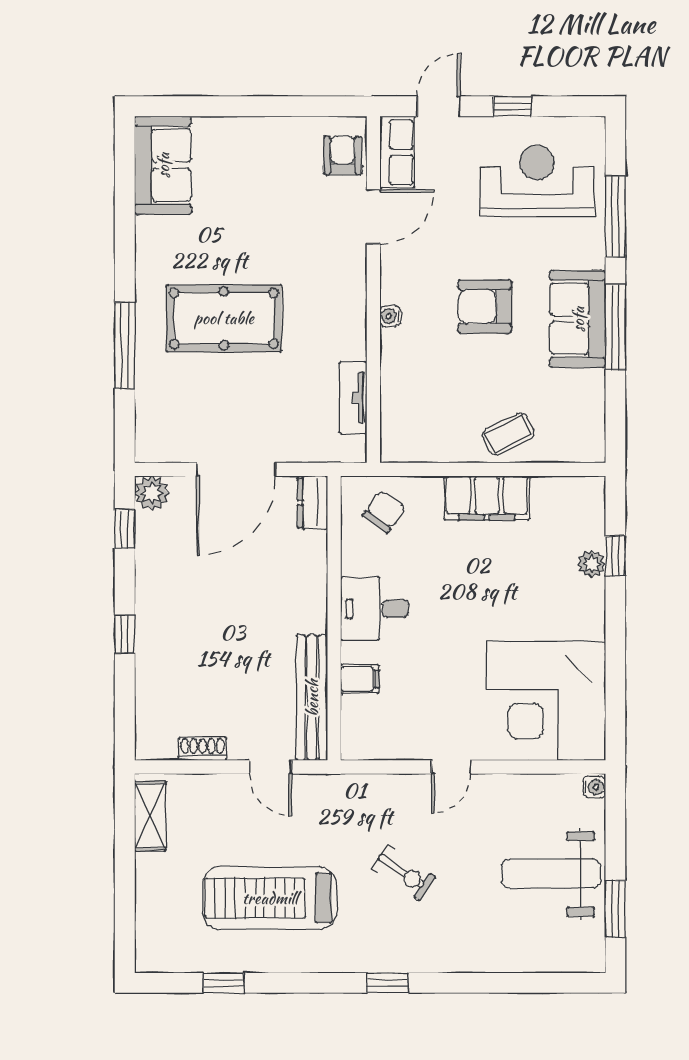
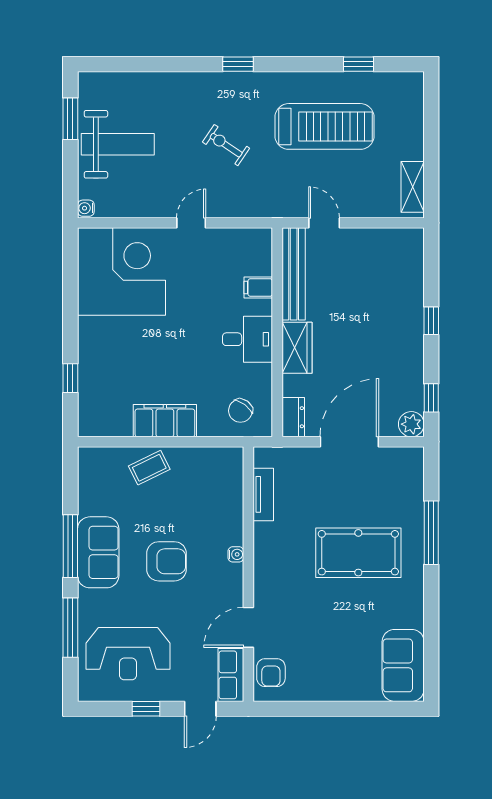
plant: (592, 564) -> (88, 372), removed
wardrobe: (307, 597) -> (297, 348), added
shoe rack: (202, 749) -> (374, 236), removed

